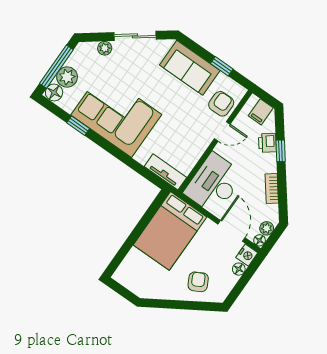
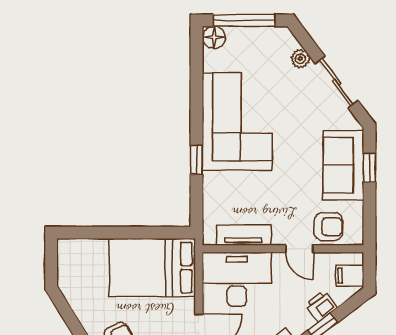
window: (222, 66) -> (370, 168), moved
plant: (67, 77) -> (241, 40), removed
window: (78, 126) -> (196, 160), moved
tv unit: (166, 172) -> (244, 235), moved, turned -90

